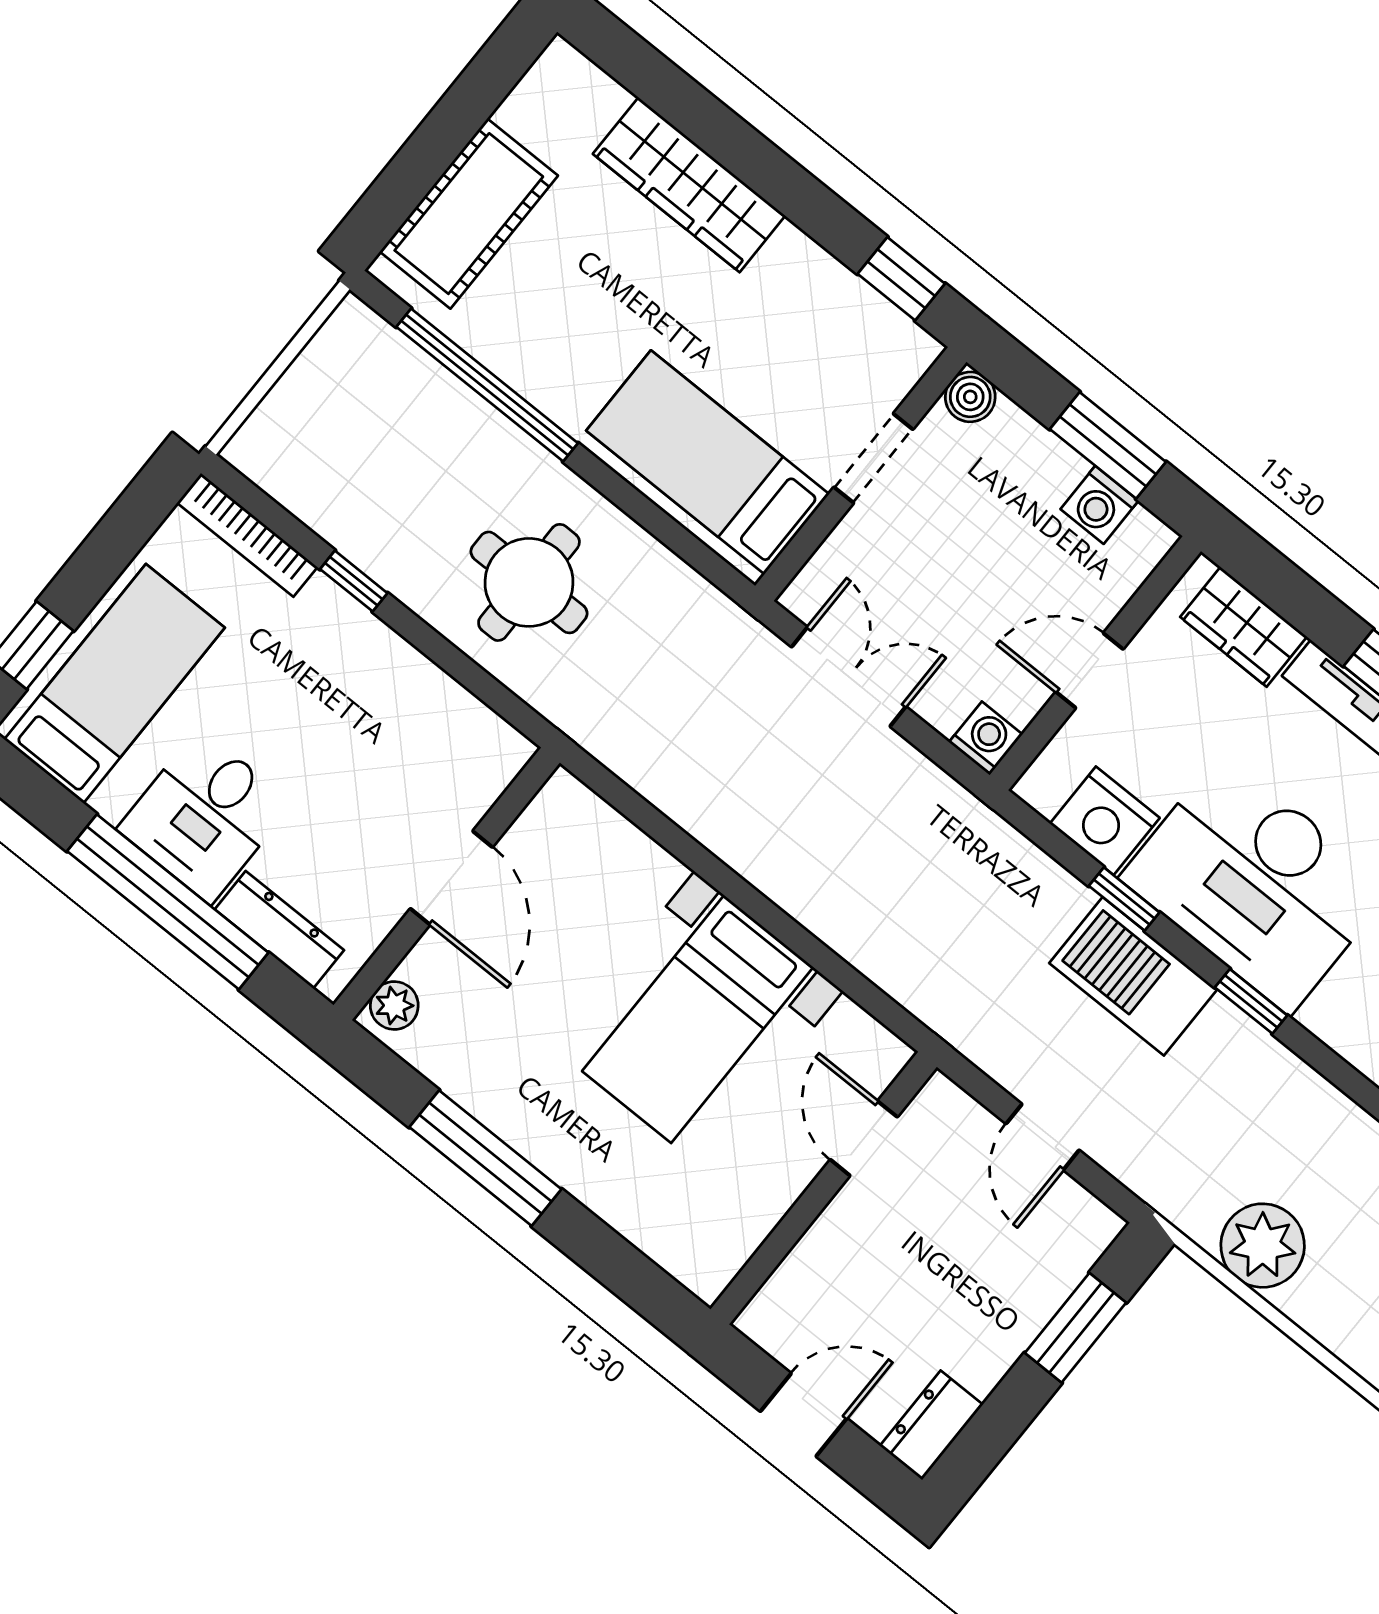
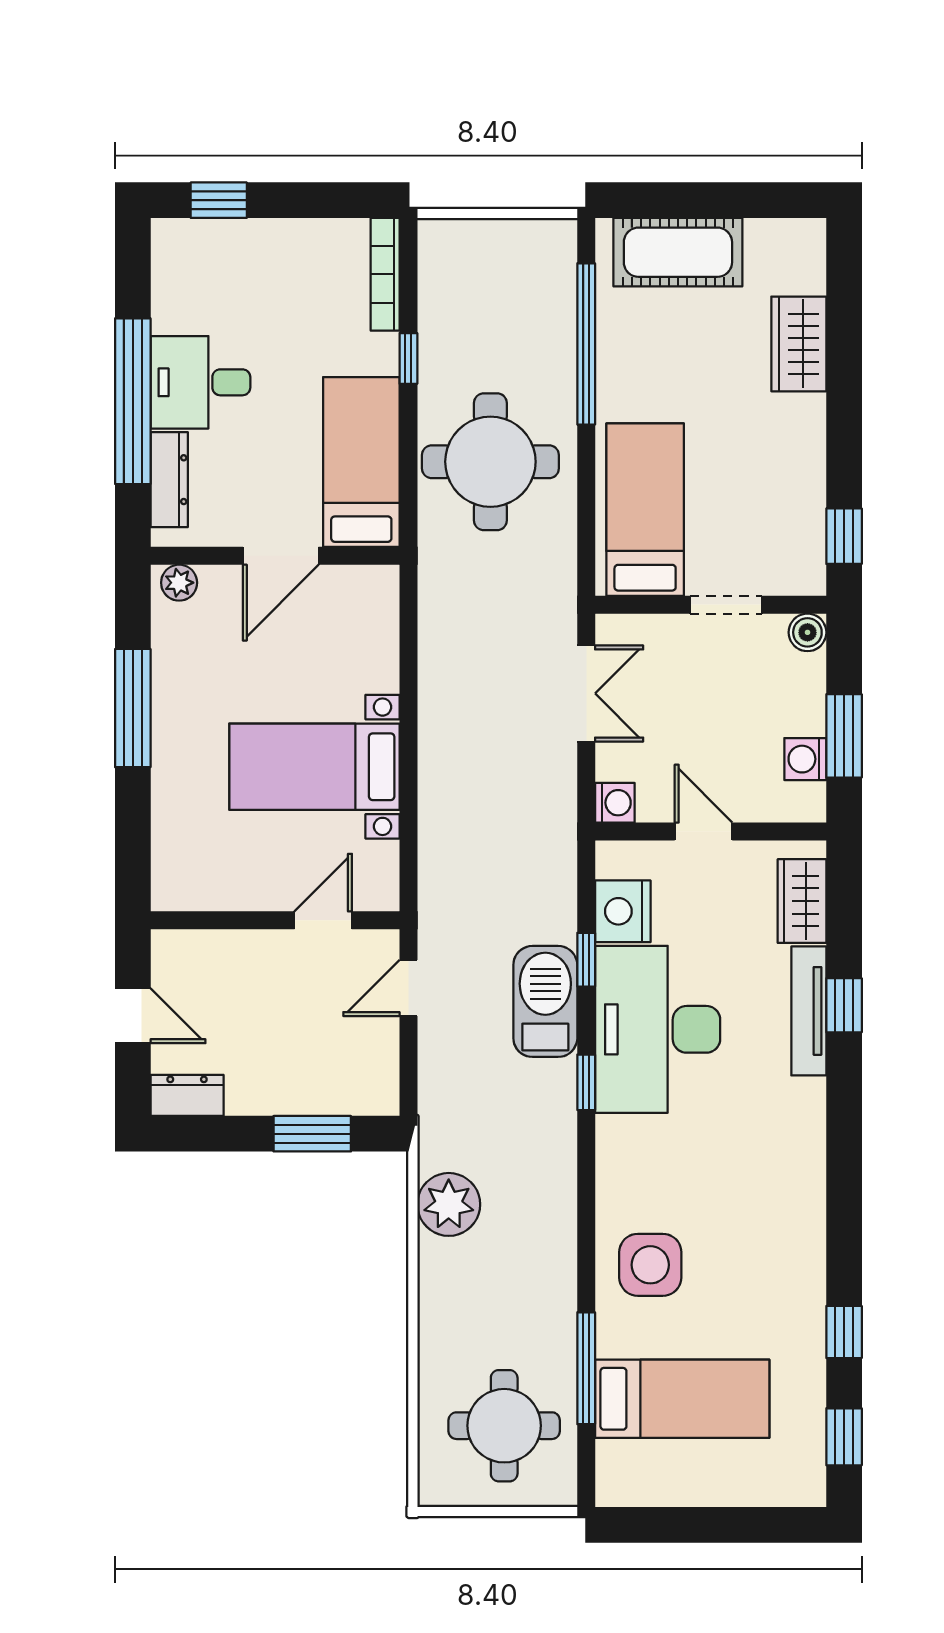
wardrobe: (689, 185) -> (799, 344), width x0.67
round table: (529, 582) -> (490, 462), width x1.36, depth x1.36
bed: (115, 684) -> (361, 462), moved, turned -90
door: (1043, 1137) -> (408, 988), moved

